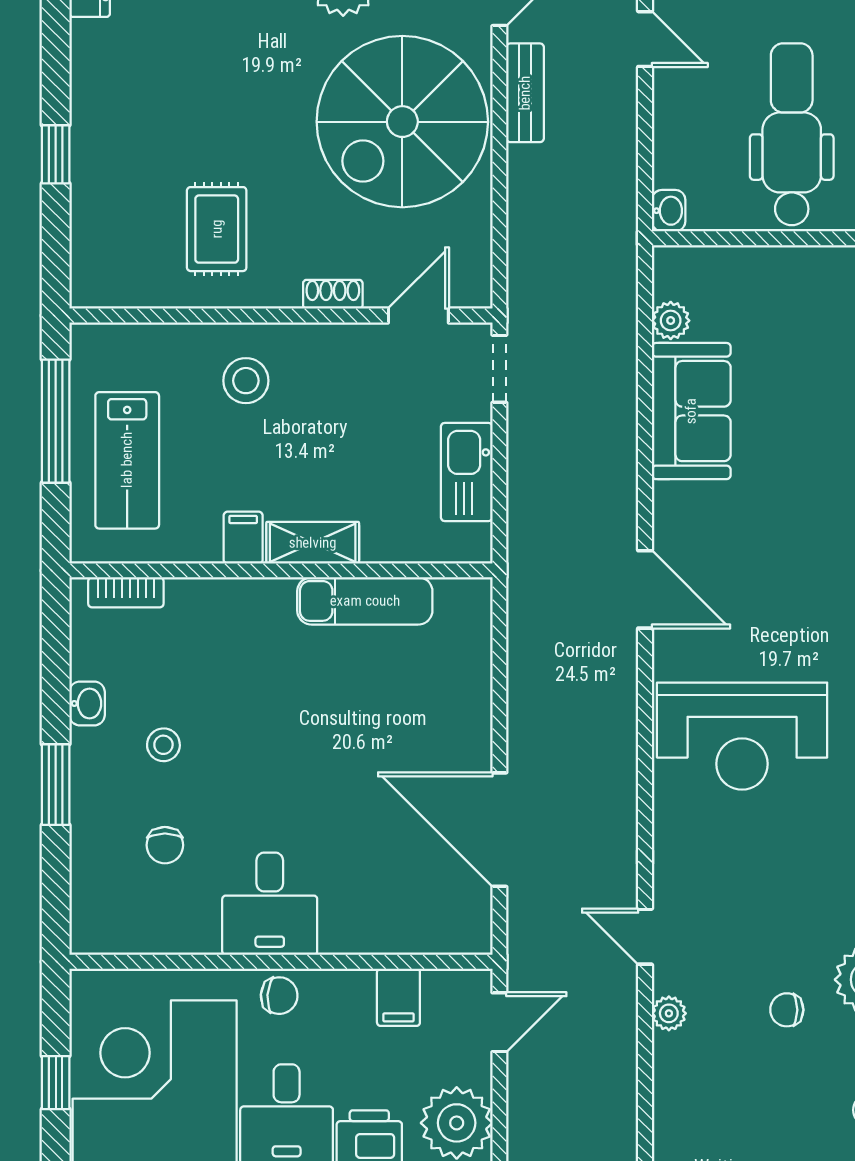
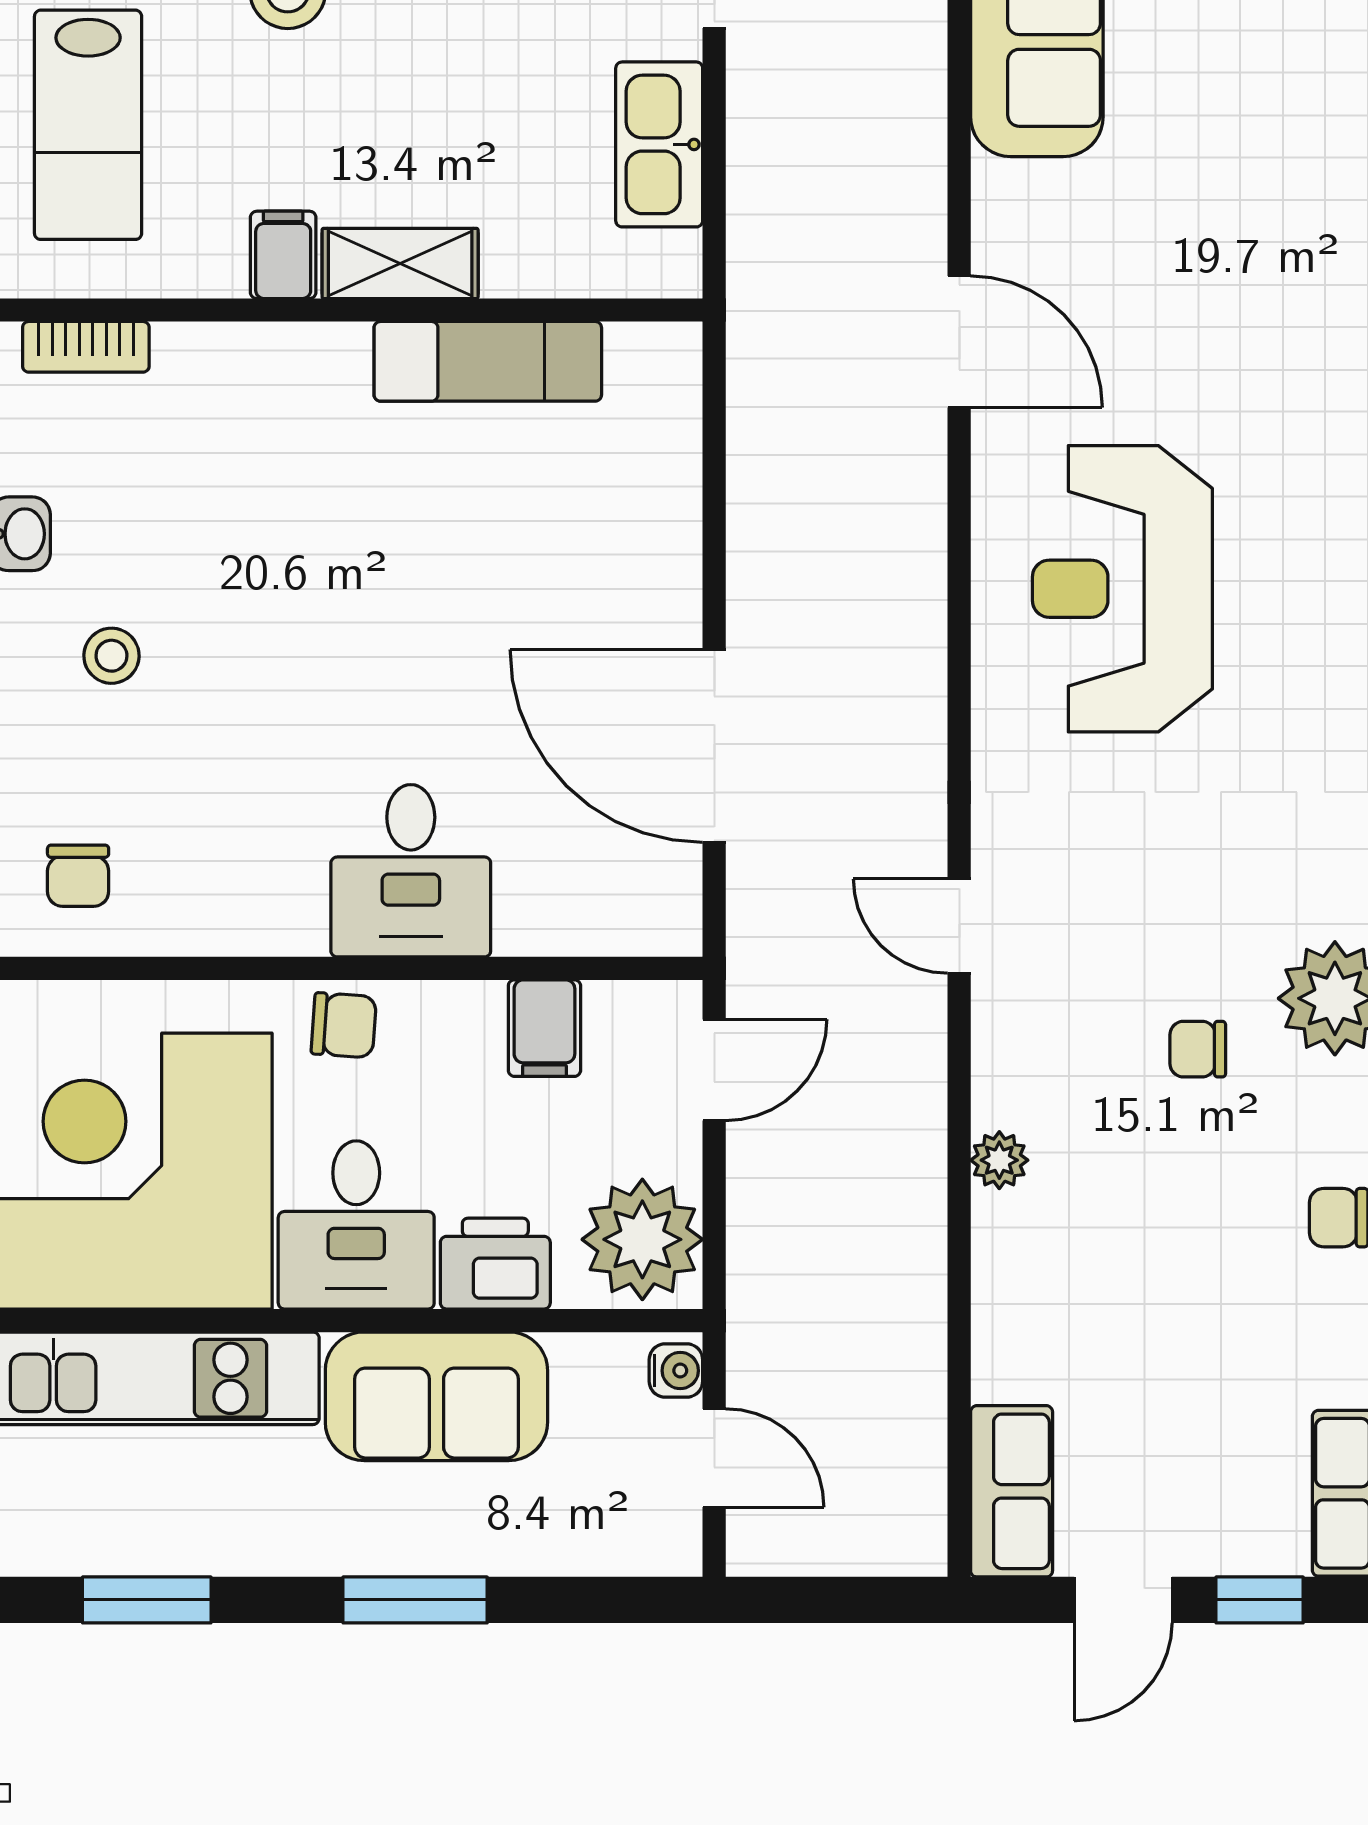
reception desk: (742, 736) -> (1122, 589), turned 90
stool: (163, 745) -> (111, 656), moved
chair: (165, 845) -> (78, 876), moved
desk: (270, 904) -> (411, 871), moved
plant: (669, 1013) -> (999, 1160), moved

